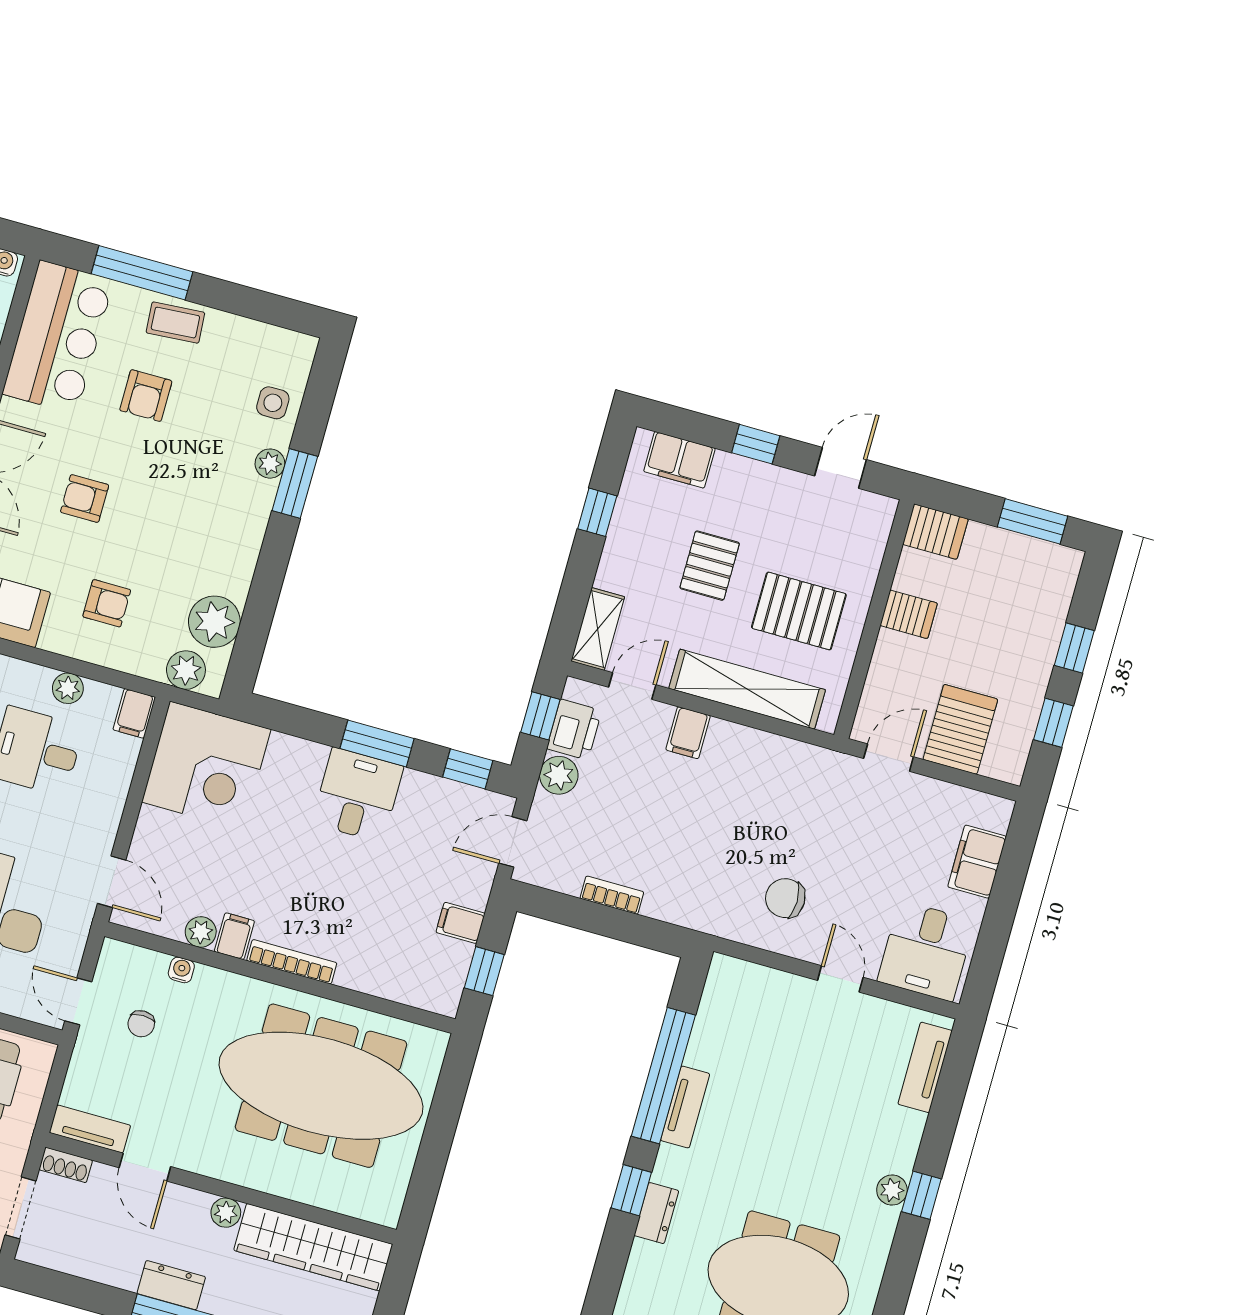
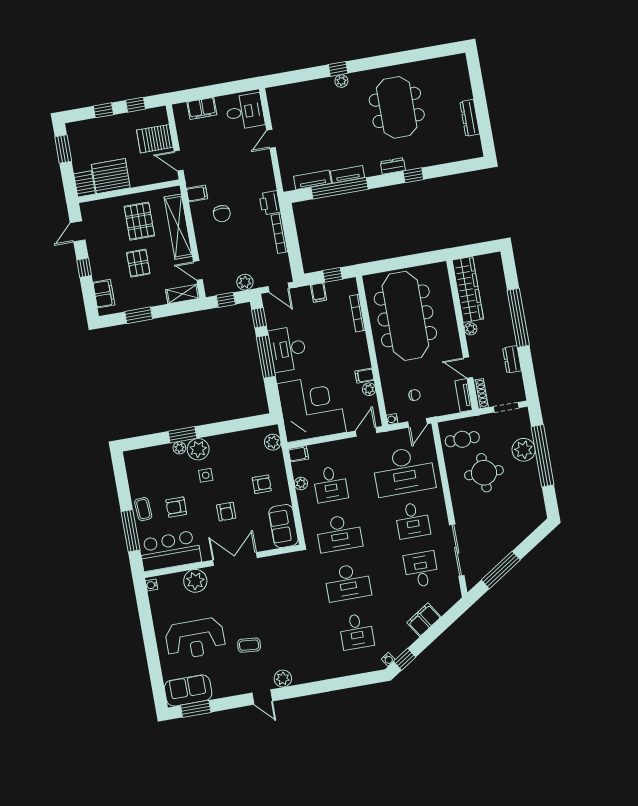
armchair: (146, 396) -> (176, 507), turned 180
side table: (273, 403) -> (206, 475), moved
door: (840, 468) -> (78, 231), hinge flipped
window: (597, 512) -> (139, 315), width x1.50
pallet: (710, 566) -> (138, 263), turned 90
armchair: (107, 603) -> (262, 484), turned 90
server rack: (909, 614) -> (111, 176), width x2.18, depth x1.44
plant: (214, 622) -> (198, 449), moved
printer: (574, 730) -> (270, 203), moved, turned -90
filing cabinet: (688, 733) -> (197, 194), moved
window: (377, 744) -> (266, 357), width x1.44
corner desk: (206, 766) -> (312, 408), width x1.36, depth x1.36
desk: (358, 795) -> (288, 349), width x1.37
bookcase: (612, 895) -> (279, 233), width x1.56
chair: (785, 898) -> (222, 214), moved
bookcase: (292, 962) -> (357, 313), moved
water cooler: (181, 970) -> (392, 419), moved
tv unit: (925, 1067) -> (312, 180), moved, turned 180
shoe rack: (66, 1165) -> (481, 394), width x1.43
door: (145, 1167) -> (468, 368), swing flipped
window: (631, 1190) -> (413, 175), moved
dresser: (171, 1285) -> (512, 359), moved

